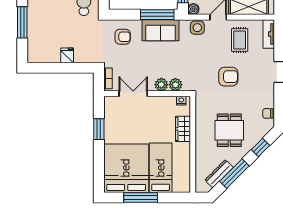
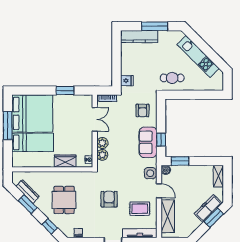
window: (157, 15) -> (161, 140), width x0.46
tv unit: (269, 34) -> (140, 233), width x1.41
kitchen counter: (35, 41) -> (139, 37), added
fridge: (67, 55) -> (127, 81), moved
armchair: (228, 77) -> (109, 199), turned 180
dining table: (229, 130) -> (64, 200), turned 90
window: (234, 174) -> (28, 204), width x0.69

